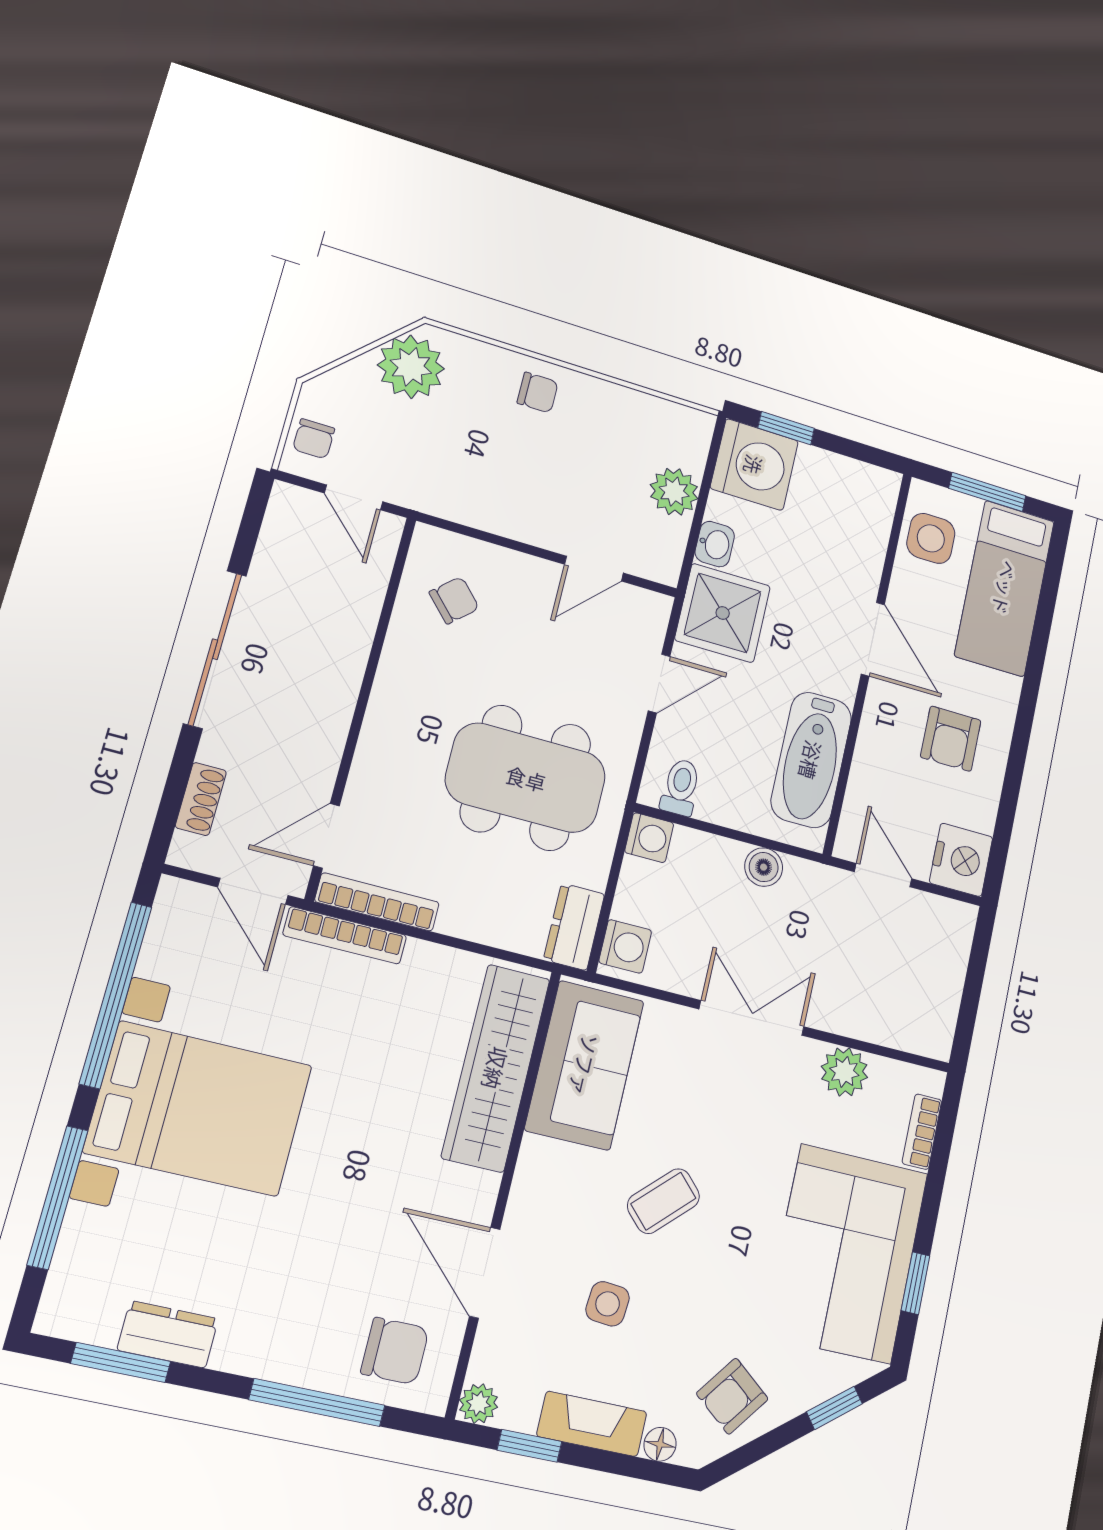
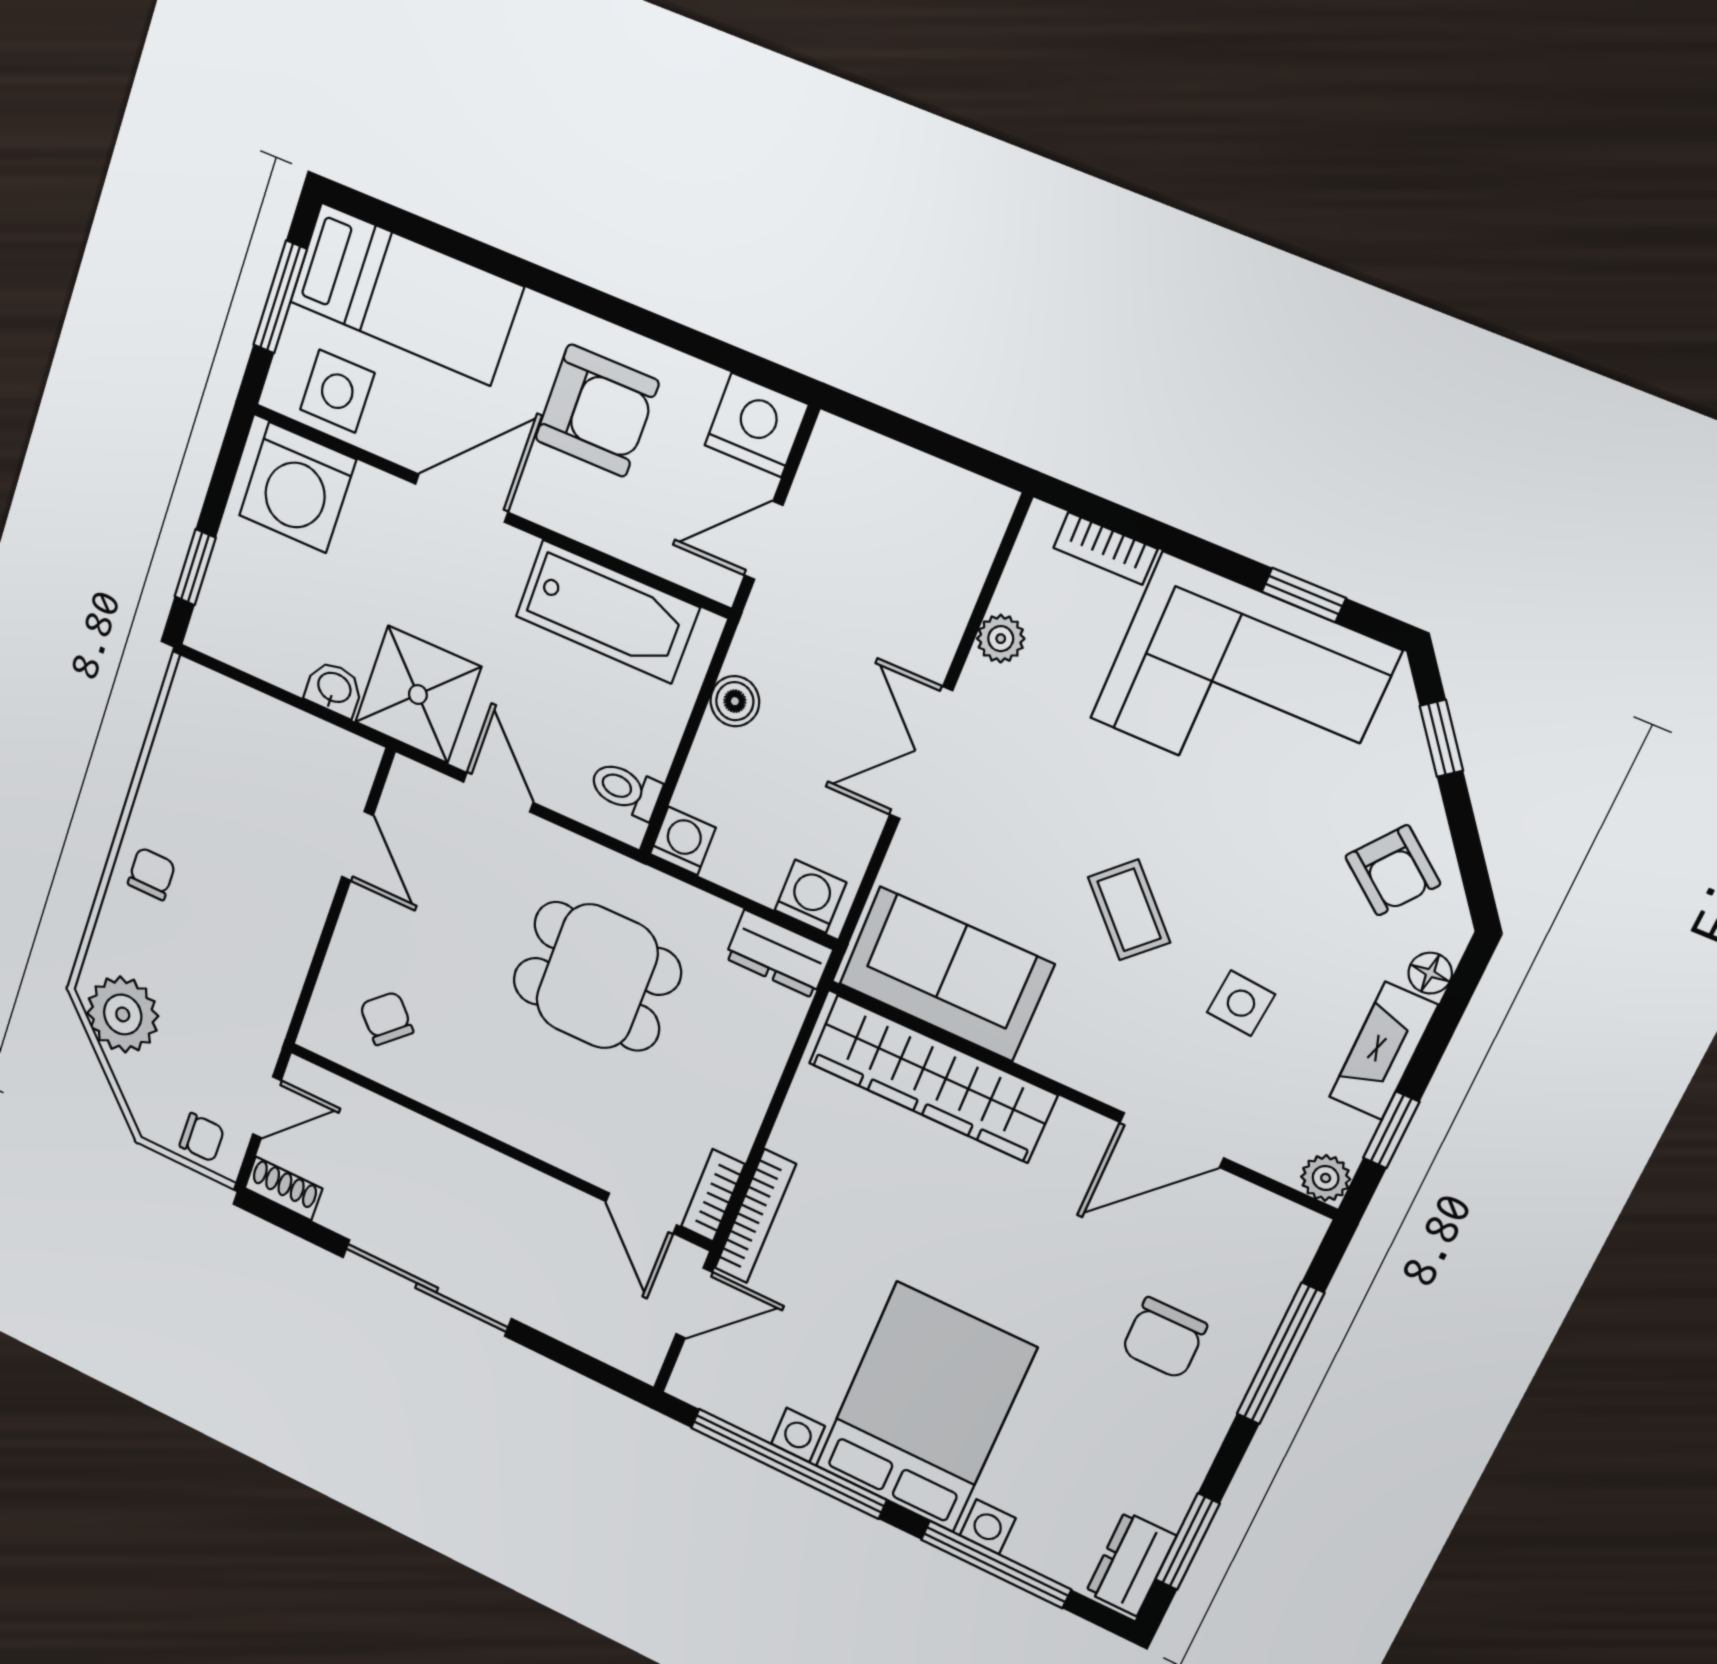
washing machine: (754, 465) -> (298, 488), moved, turned 180
plant: (674, 492) -> (270, 728), removed
armchair: (951, 739) -> (597, 411), width x1.38, depth x1.38
dining table: (526, 778) -> (597, 976), width x0.73
shoe rack: (201, 799) -> (283, 1188), moved
bookcase: (377, 902) -> (713, 1195), width x0.64
plant: (844, 1072) -> (1001, 639), width x0.73, depth x0.73
dresser: (168, 1334) -> (1131, 1564), moved
chair: (395, 1351) -> (1164, 1338), moved, turned 180

